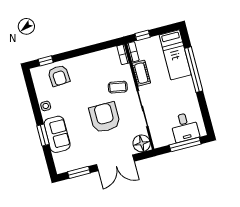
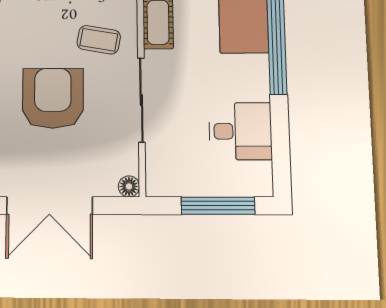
desk: (185, 127) -> (240, 131), moved, turned -90
floor lamp: (142, 143) -> (129, 186), width x0.53, depth x0.53

